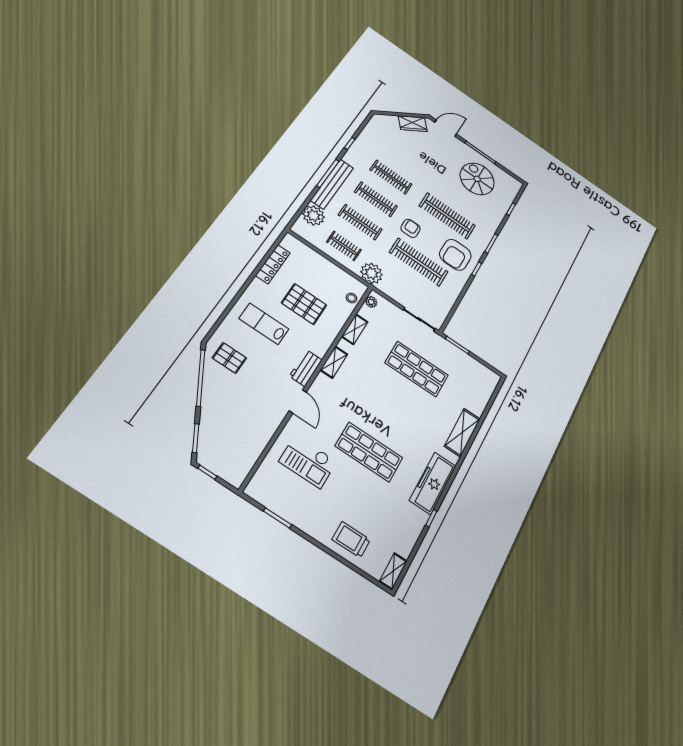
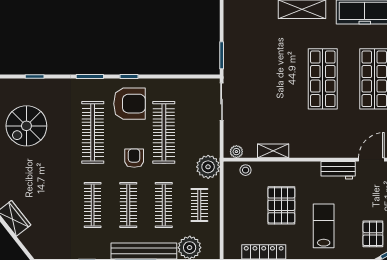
armchair: (411, 228) -> (134, 158), turned 90
lab bench: (264, 324) -> (324, 226), turned 180
shelving: (334, 362) -> (316, 151), removed
shop shelf: (417, 369) -> (323, 79), moved

